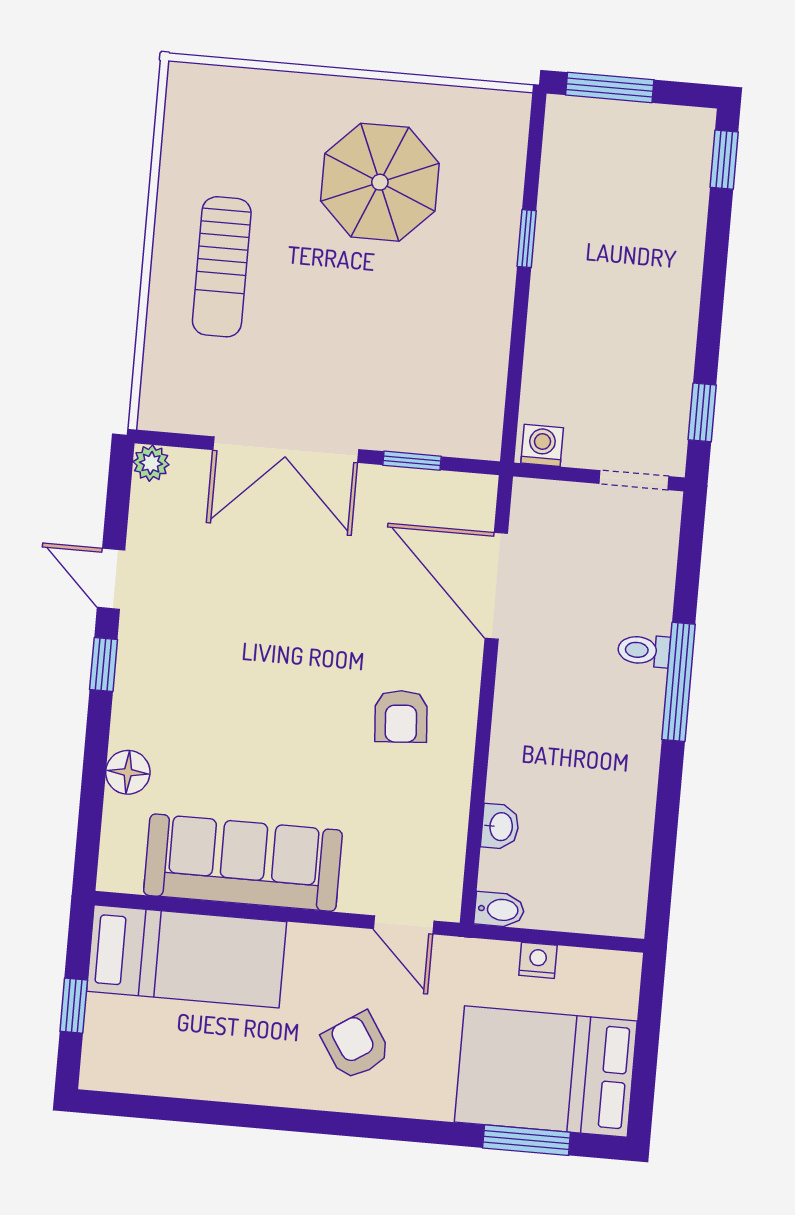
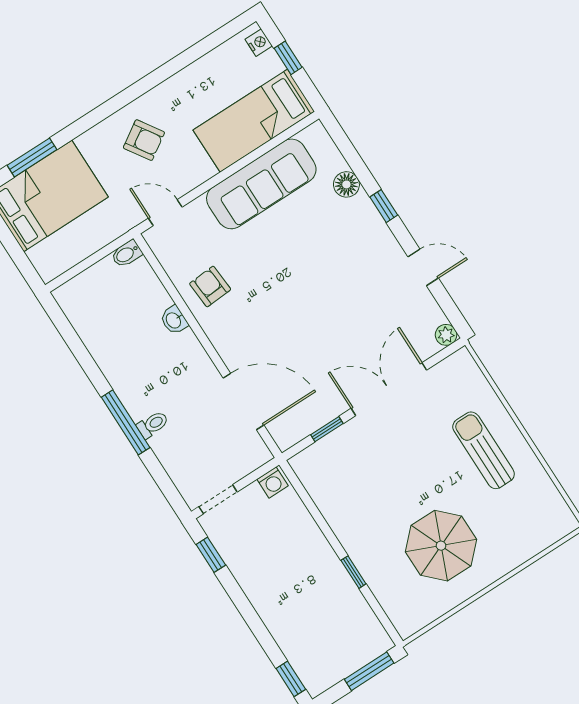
window: (104, 664) -> (384, 206), moved
armchair: (401, 716) -> (210, 287), moved
washbasin: (500, 827) -> (174, 320), moved
nightstand: (538, 960) -> (259, 43), moved, turned -90

